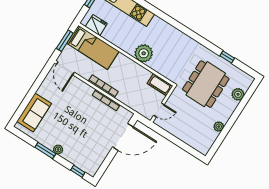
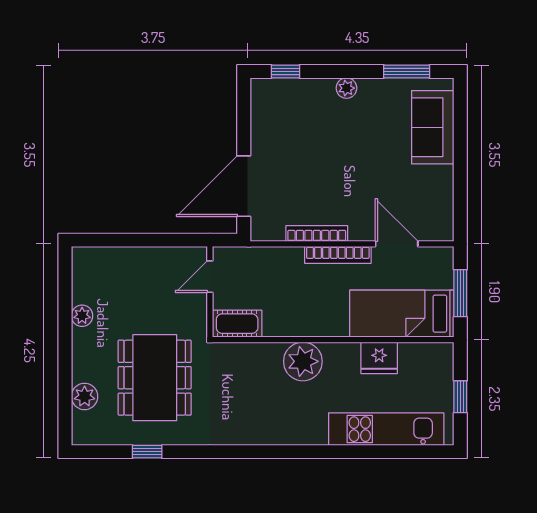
fridge: (96, 25) -> (379, 358), moved
door: (65, 68) -> (397, 244), moved
window: (45, 151) -> (407, 71), moved

